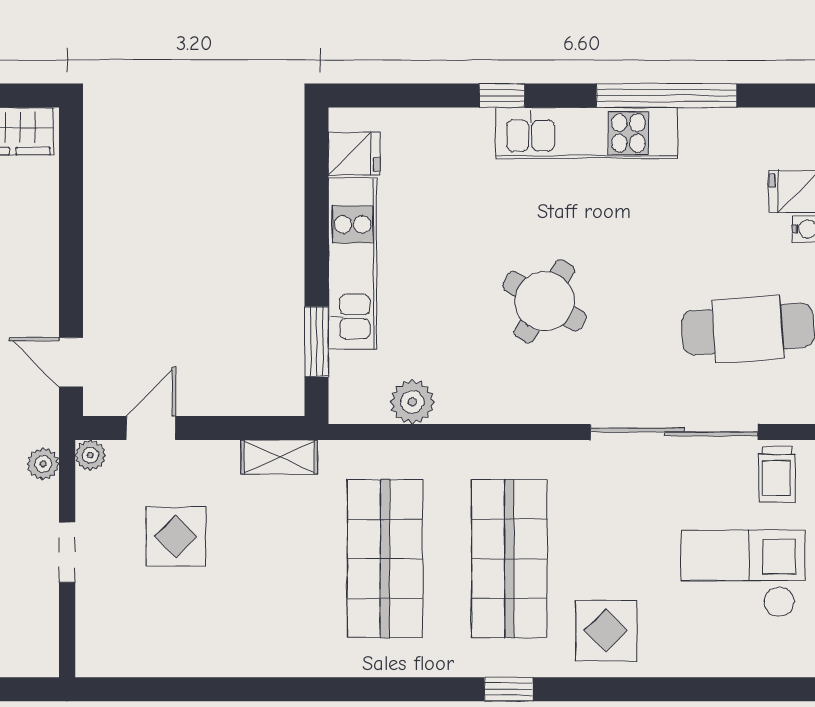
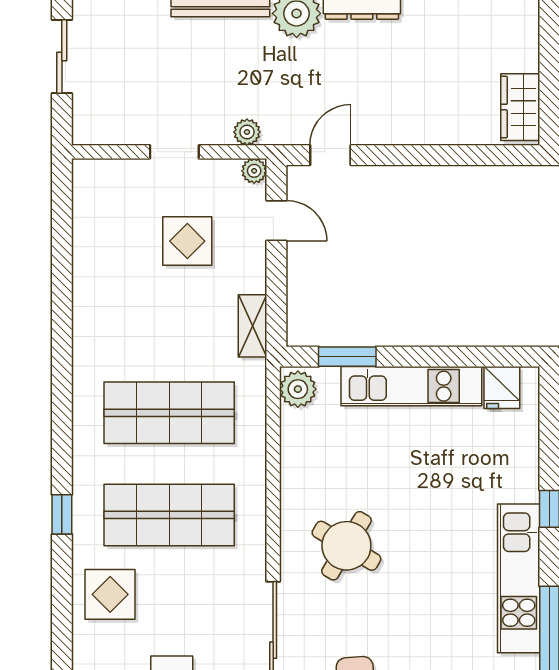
round table: (544, 301) -> (346, 546), moved
plant: (412, 402) -> (298, 389), moved

